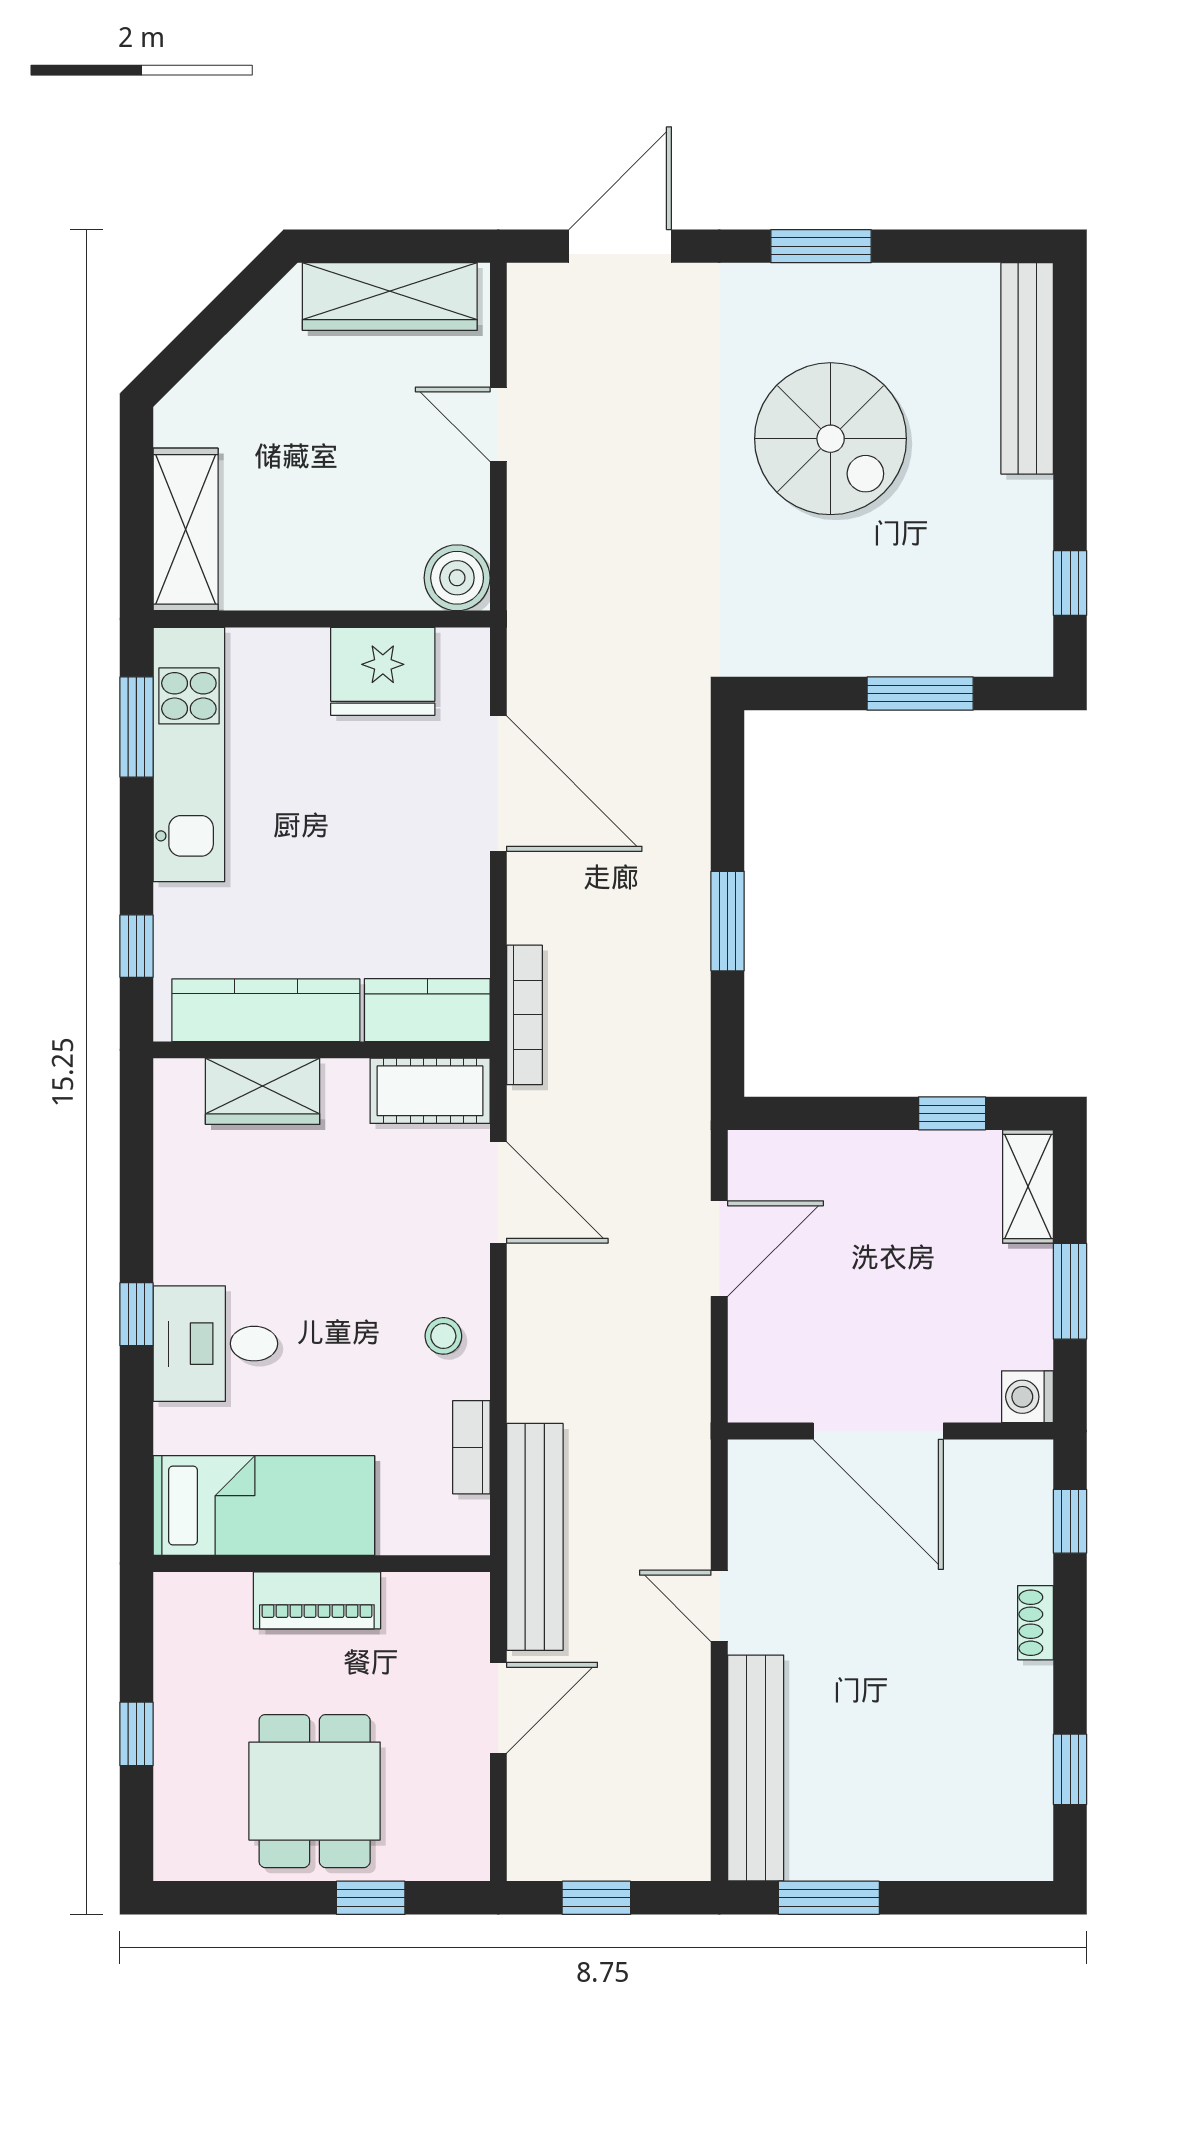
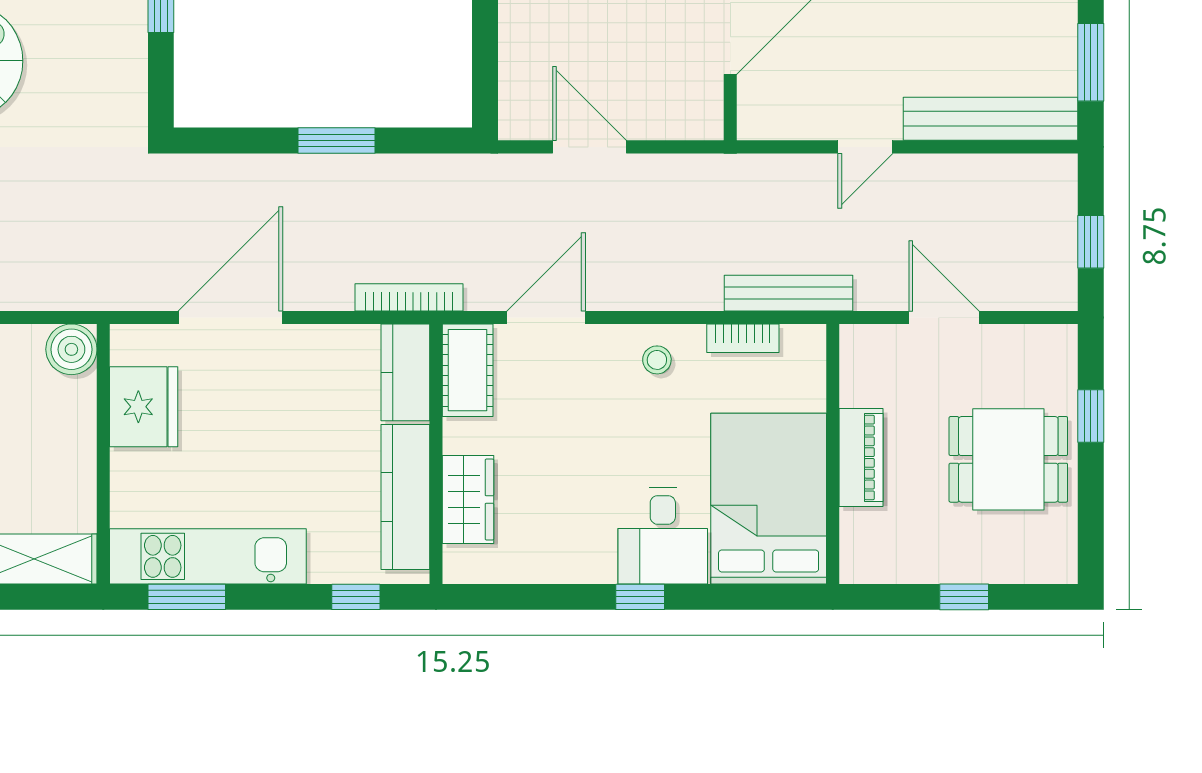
bed: (264, 1505) -> (769, 499), width x1.50
bench: (535, 1537) -> (789, 293), width x0.73, depth x0.82

